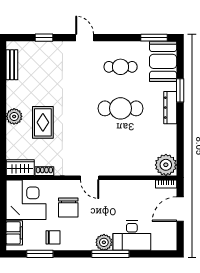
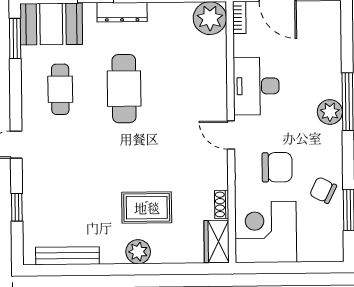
bench: (12, 65) -> (67, 256), width x1.36
door: (90, 178) -> (231, 135), swing flipped
filing cabinet: (14, 233) -> (317, 250), removed
desk: (132, 236) -> (256, 86), moved, turned 180
chair: (53, 237) -> (323, 190), turned -64

